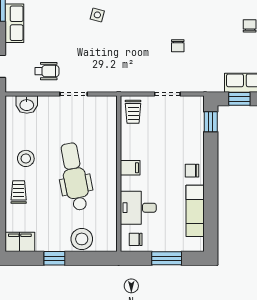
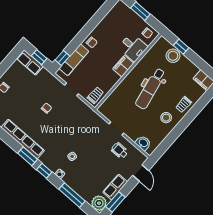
filing cabinet: (130, 168) -> (123, 66), width x2.00
exam couch: (195, 211) -> (74, 60), moved
window: (54, 258) -> (181, 47), moved

